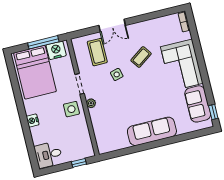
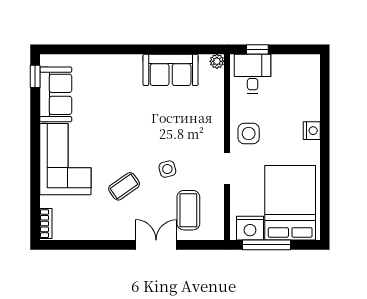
plant: (91, 103) -> (217, 61), moved
sofa: (152, 131) -> (171, 70), moved, width x0.73
desk: (48, 155) -> (253, 74), moved, turned -90

